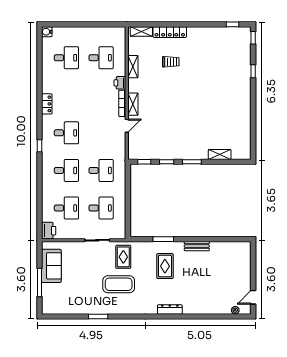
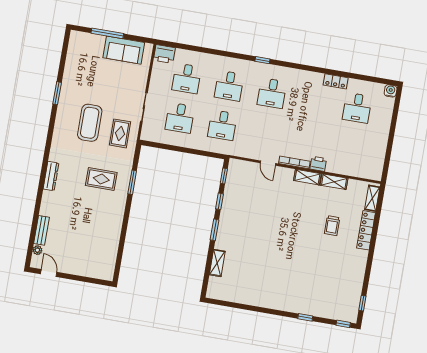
desk: (101, 58) -> (350, 147), removed
locker: (47, 104) -> (336, 81), moved
shelving: (133, 104) -> (307, 177), moved
bench: (197, 246) -> (42, 230), moved
rug: (123, 257) -> (120, 133), turned 90

